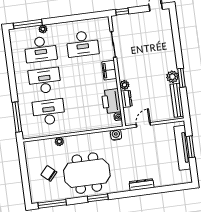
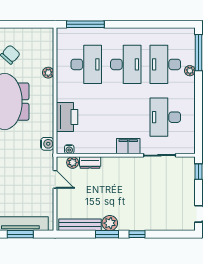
window: (178, 54) -> (137, 234), added
plant: (124, 85) -> (73, 163), moved
printer: (111, 101) -> (67, 117), moved, turned 90

